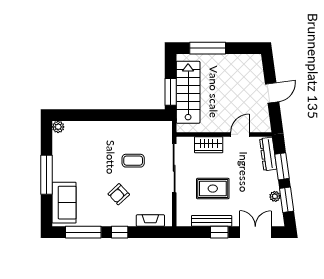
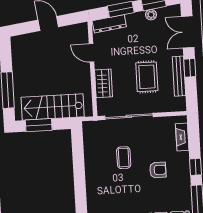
window: (171, 92) -> (39, 125), moved
armchair: (119, 194) -> (158, 170), turned -47

